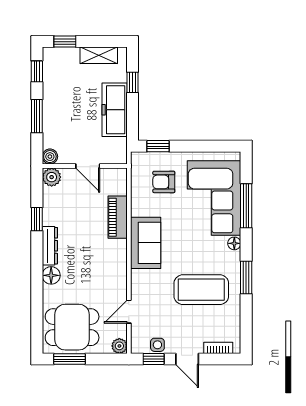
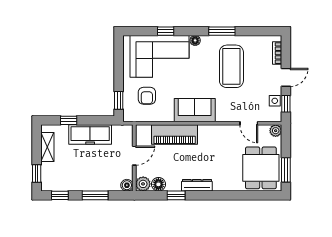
window: (246, 206) -> (166, 31), width x0.46
piano: (118, 217) -> (175, 135), width x1.37, depth x1.33
floor lamp: (51, 275) -> (158, 184), moved

